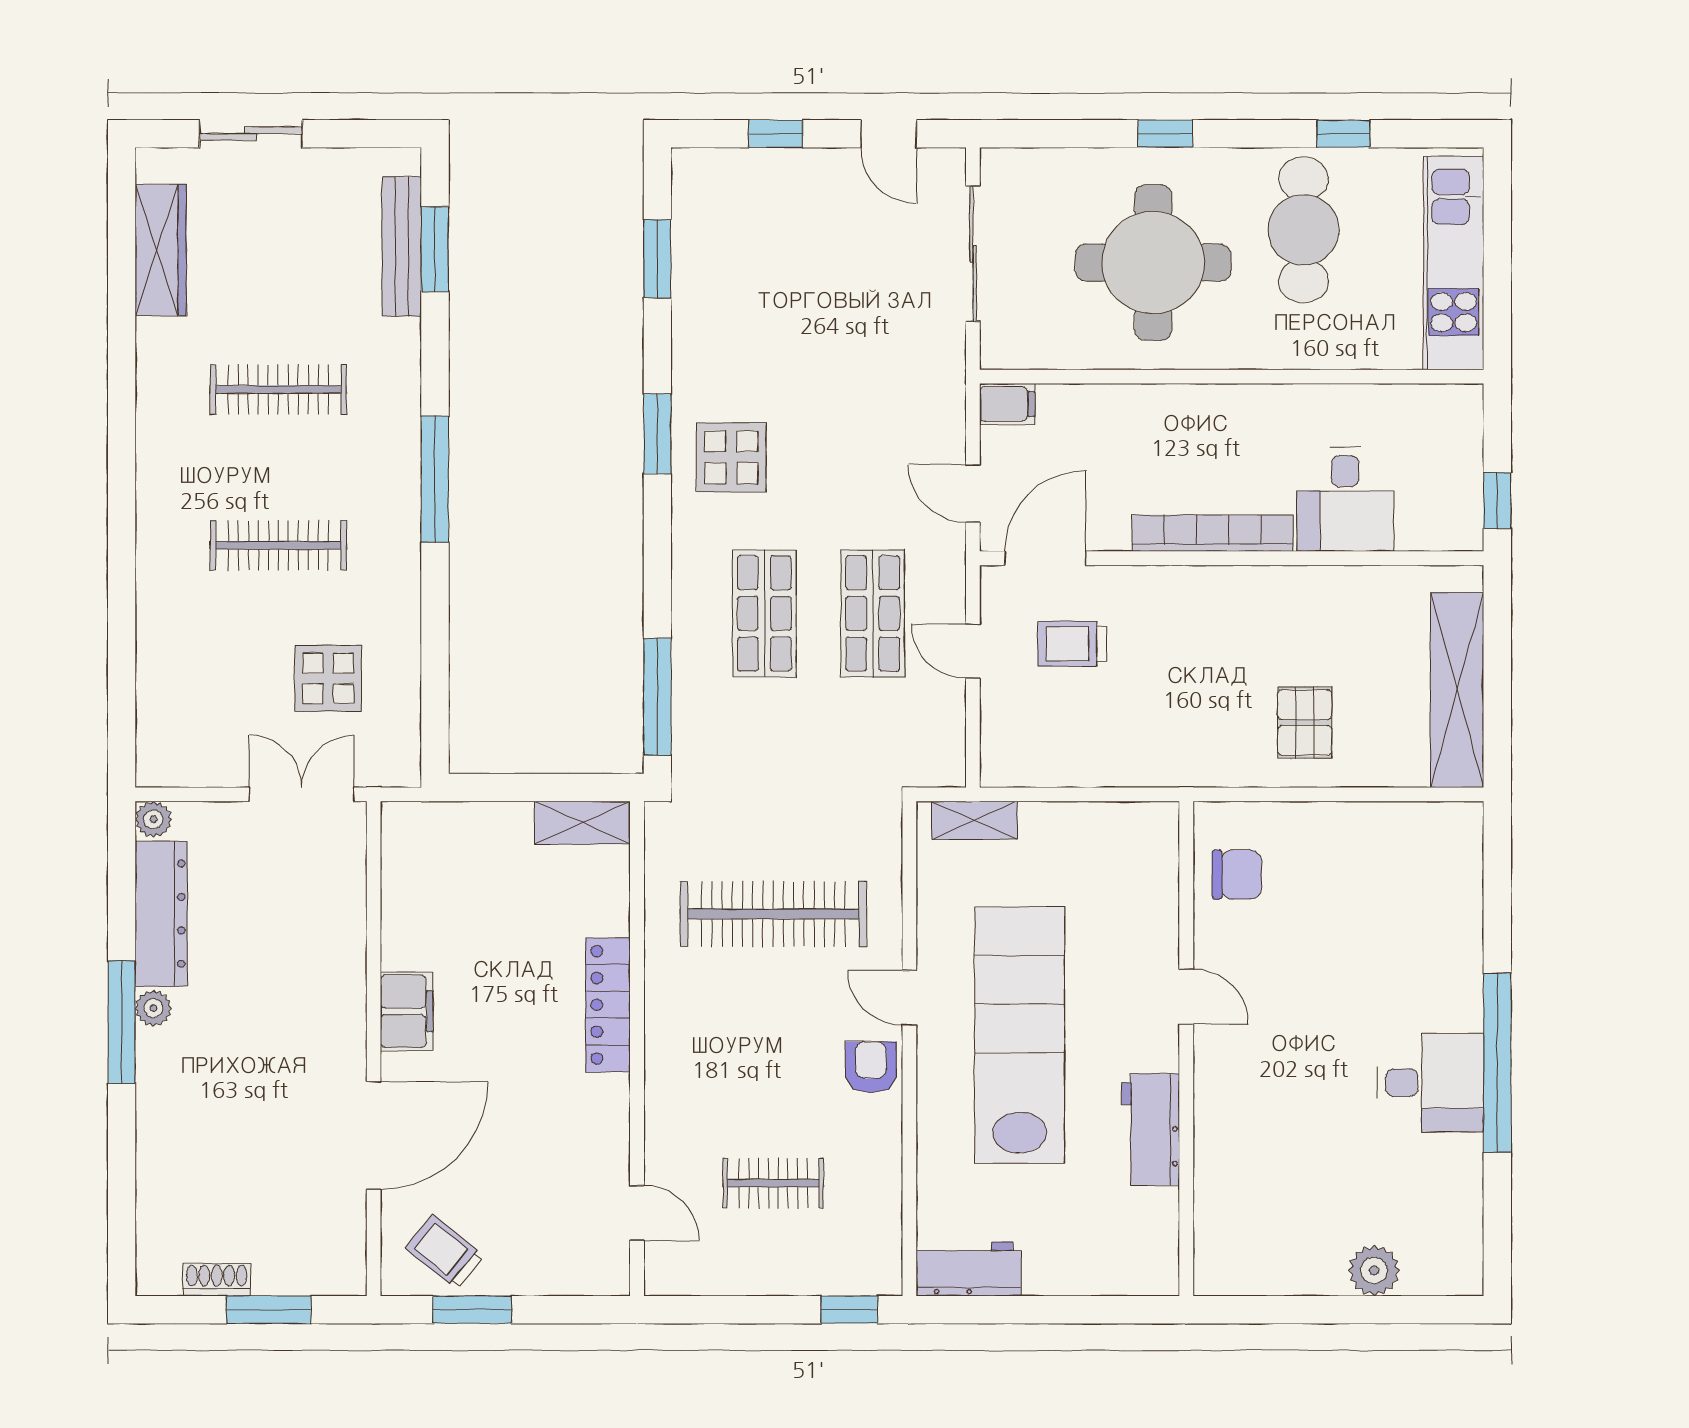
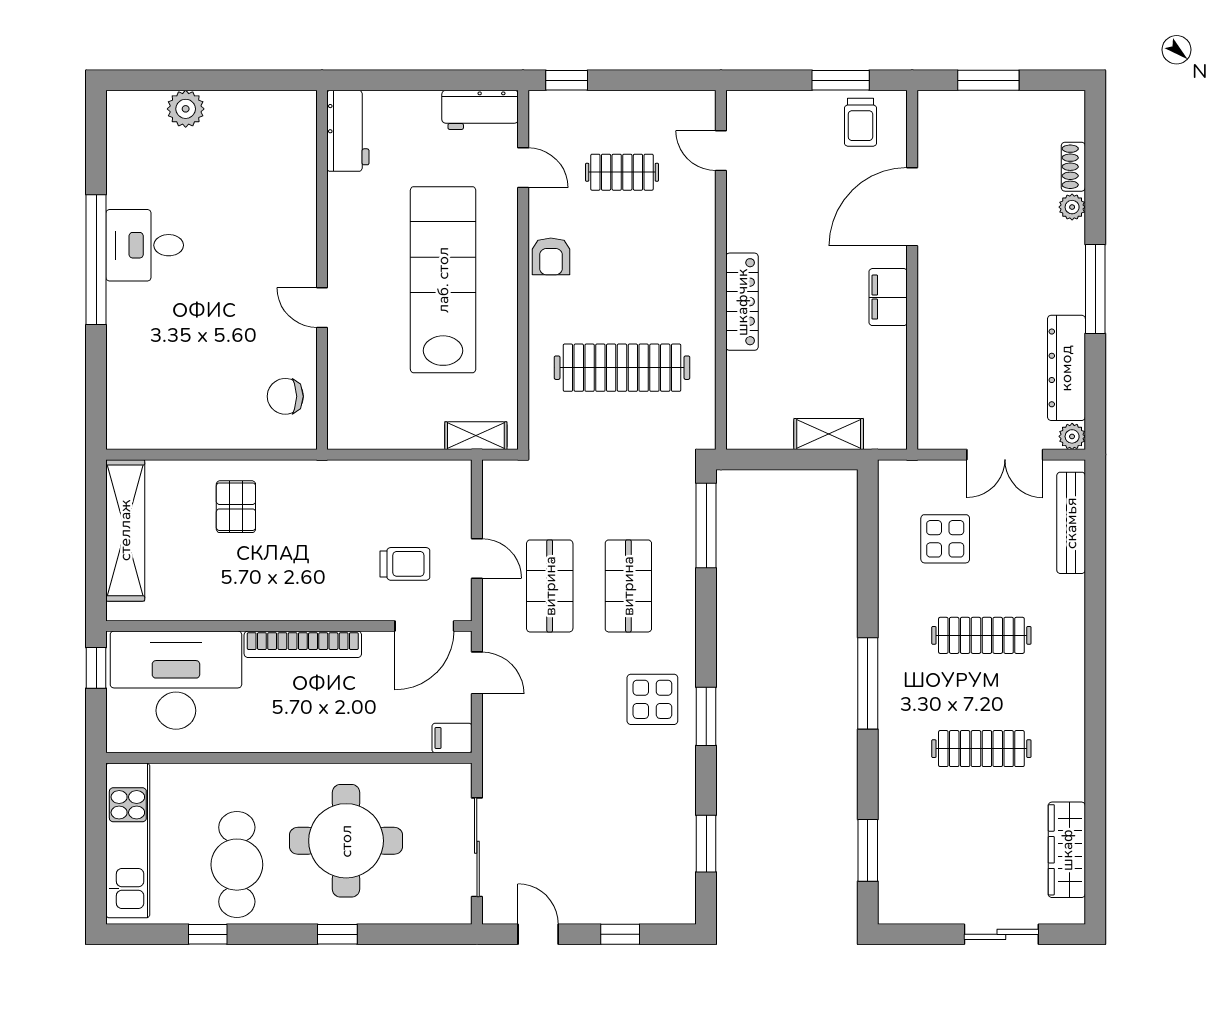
bench: (402, 246) -> (1071, 523), moved
desk: (1345, 499) -> (176, 680), width x1.87, depth x1.30
double door: (302, 794) -> (1005, 455), moved
shelving: (582, 823) -> (829, 434), moved
door: (909, 998) -> (523, 168), moved
plant: (153, 1008) -> (1072, 207), moved
lab bench: (1020, 1035) -> (443, 280), turned 180
workbench: (1151, 1130) -> (348, 131), moved
trolley: (445, 1252) -> (860, 122), turned 51
shoe rack: (217, 1280) -> (1073, 167), moved, turned 90

